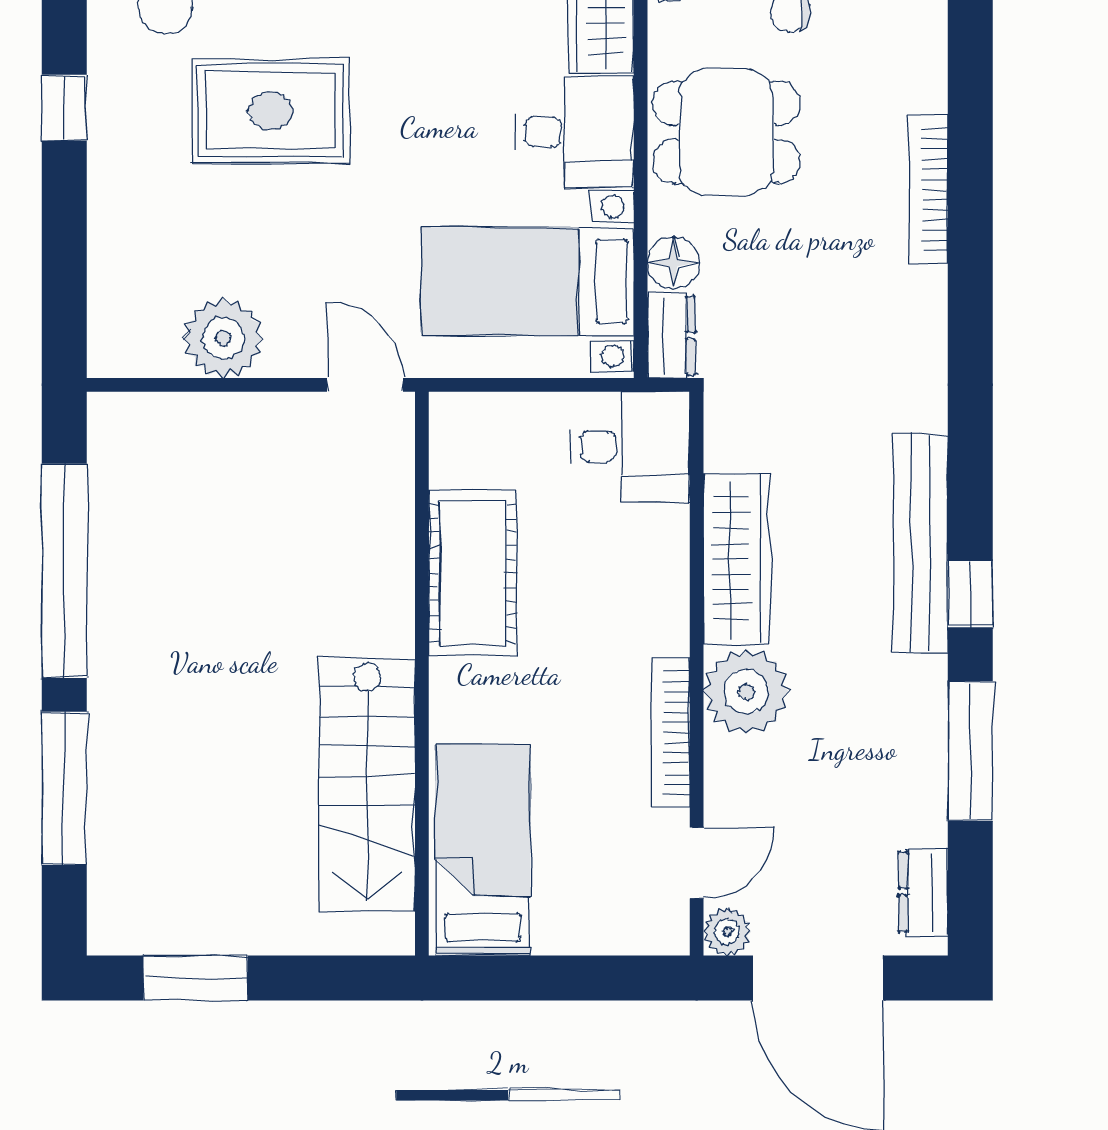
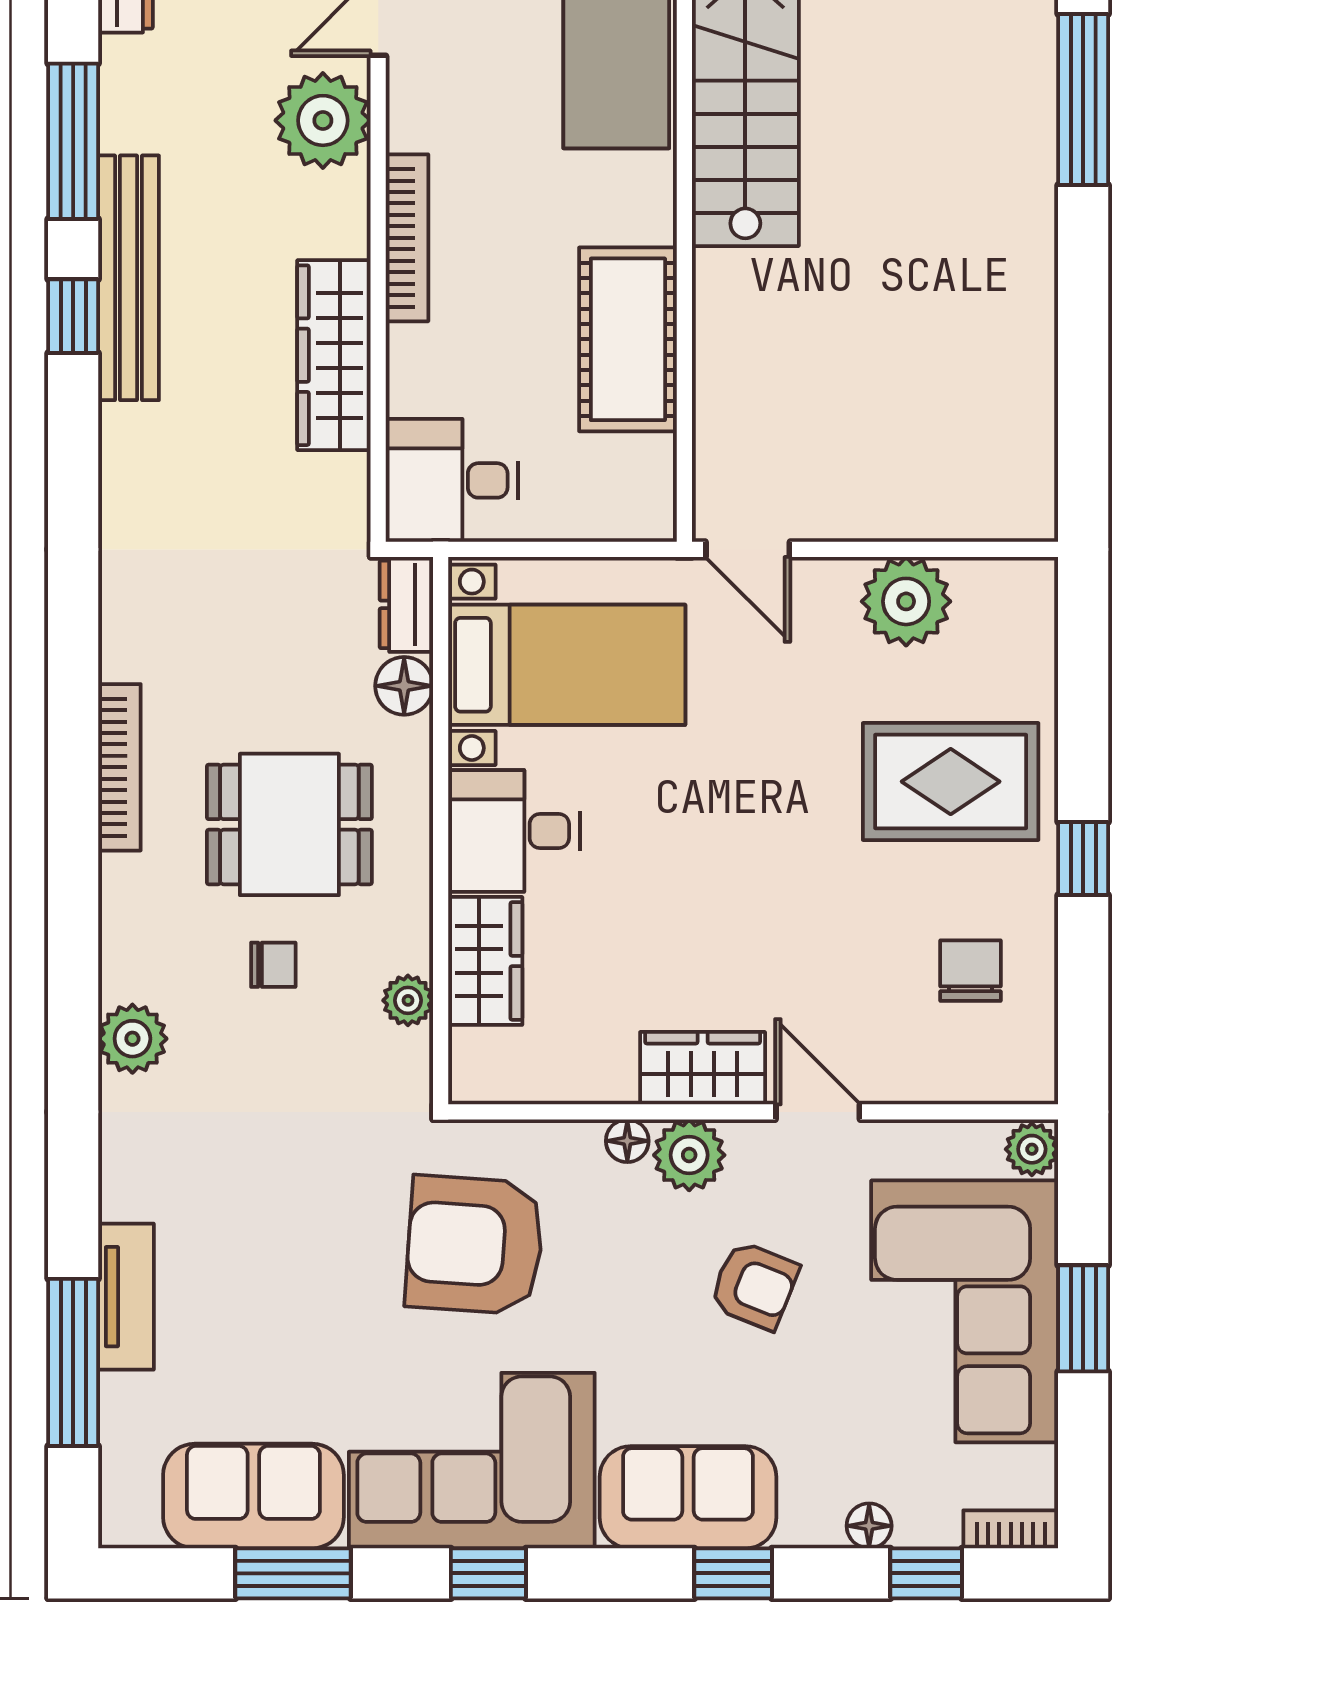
rug: (270, 111) -> (951, 782), moved
dining table: (726, 132) -> (289, 824), moved
bench: (920, 543) -> (128, 278), moved
window: (64, 571) -> (1083, 342), removed
plant: (746, 691) -> (323, 120), moved
bookcase: (671, 733) -> (407, 238), moved

